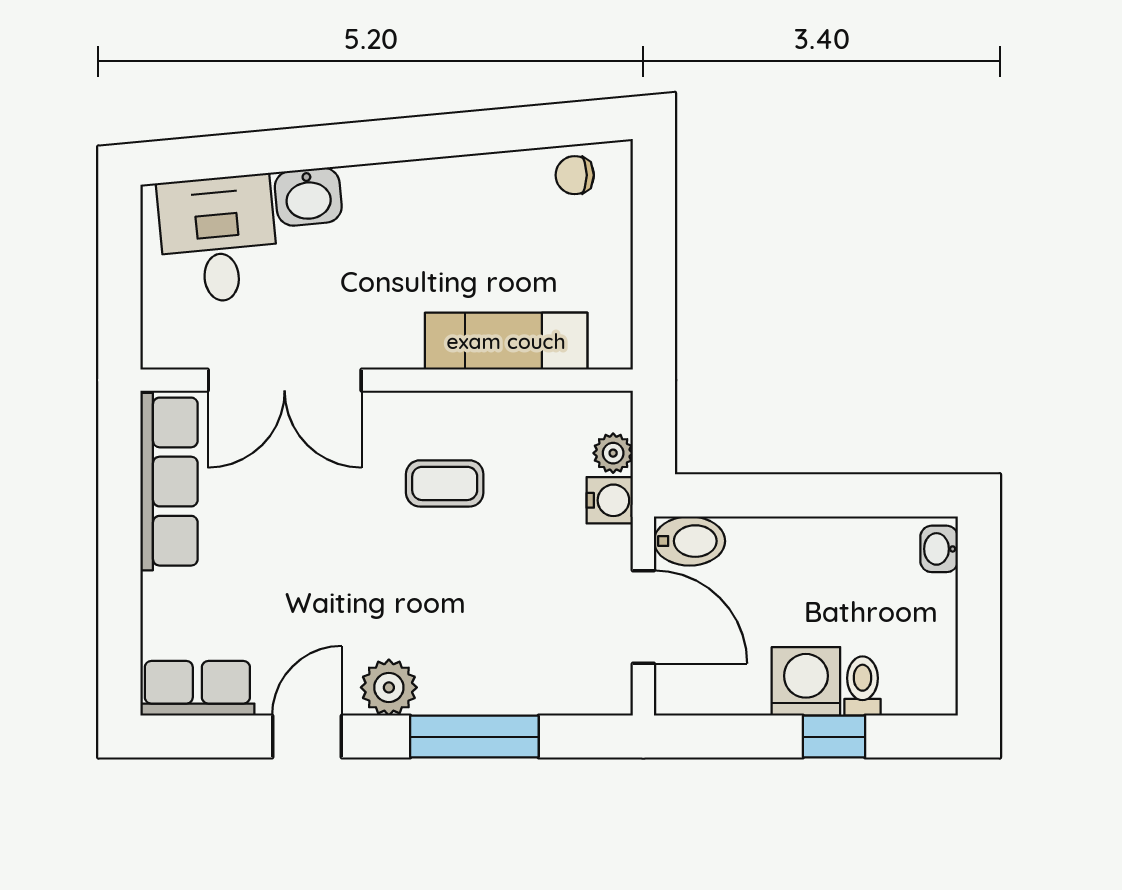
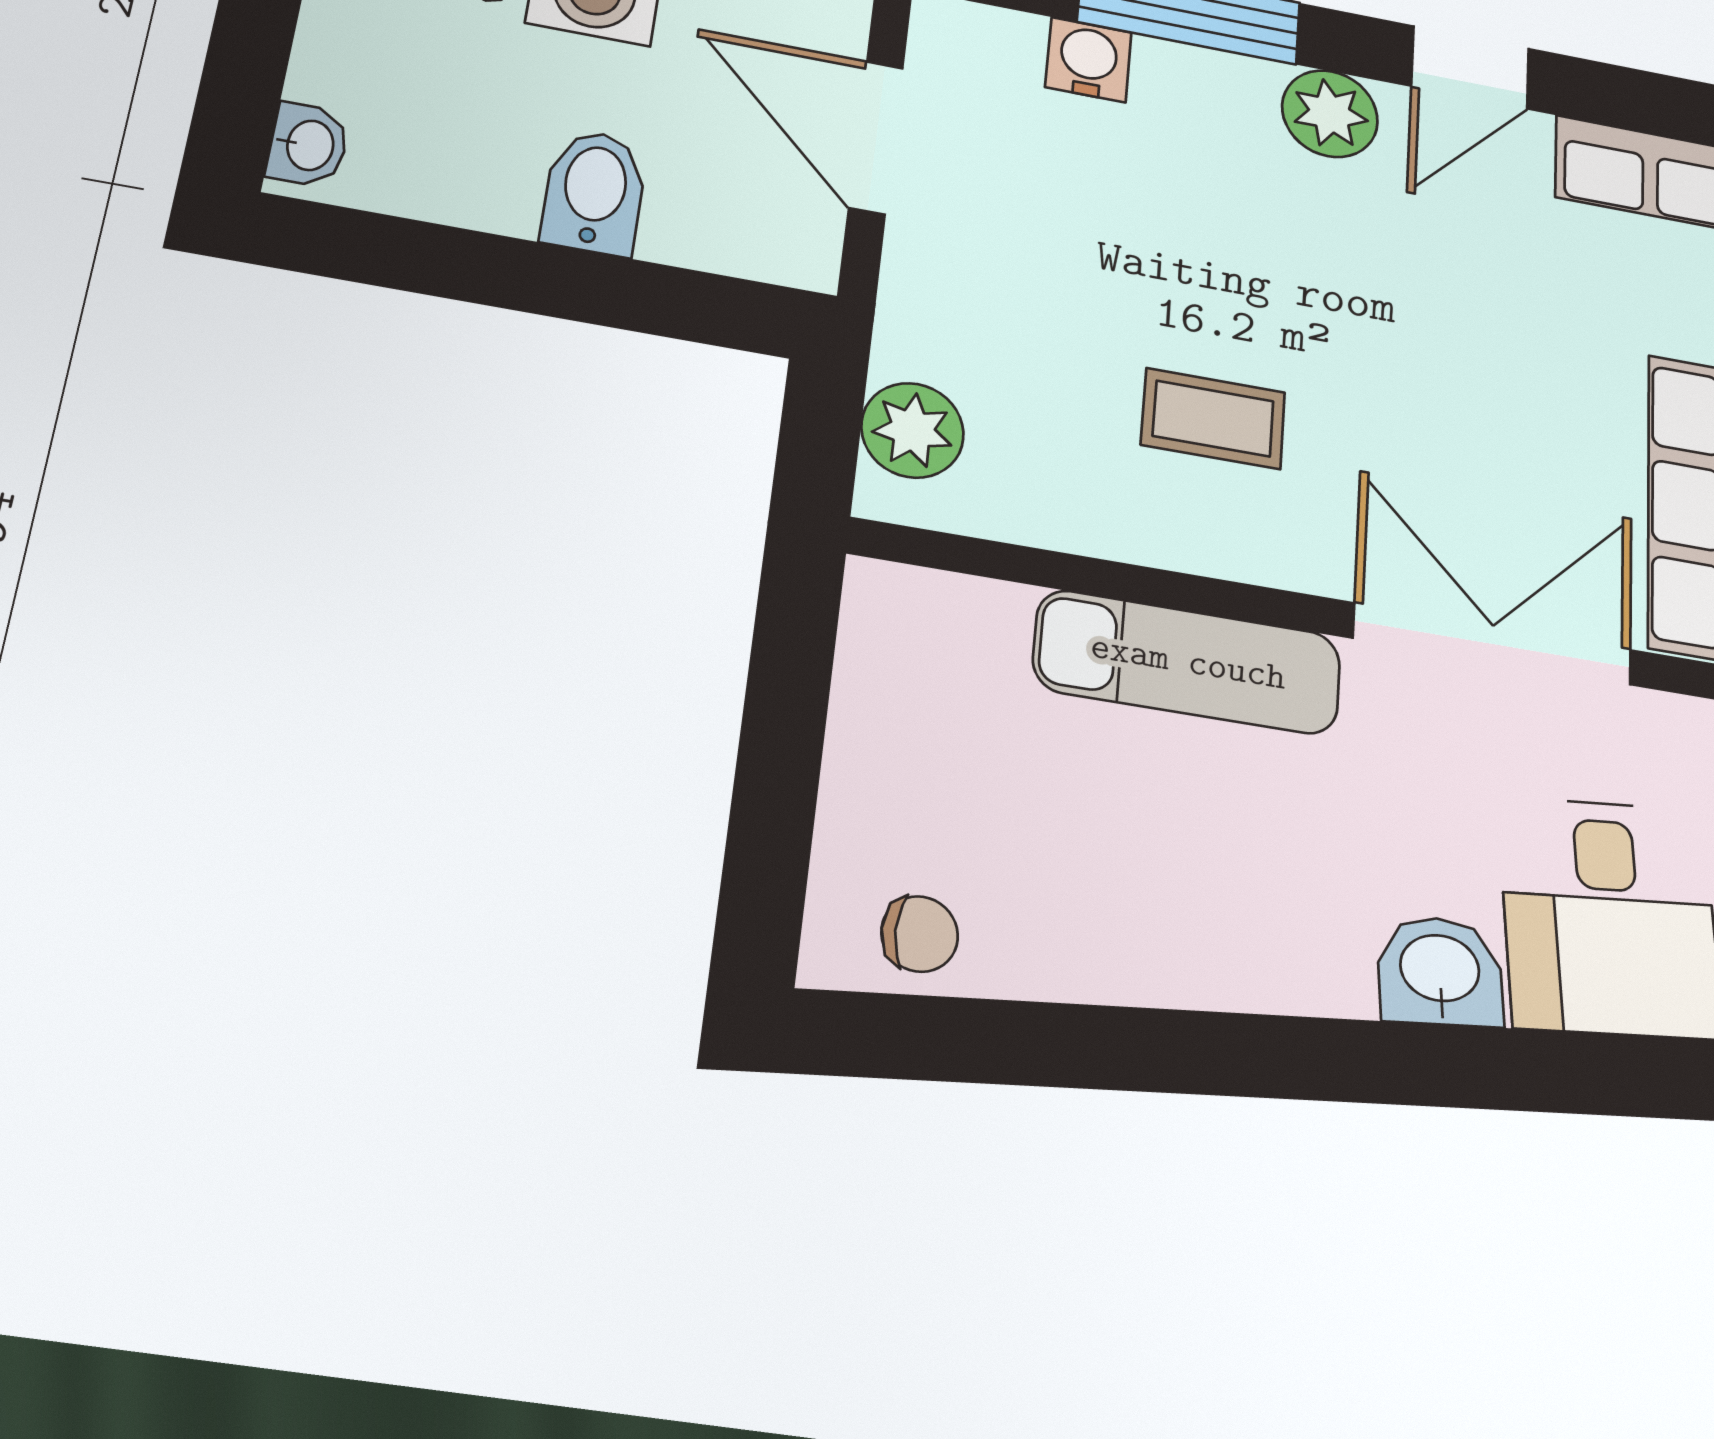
exam couch: (506, 341) -> (1188, 662), moved
plant: (613, 453) -> (913, 430), width x1.38, depth x1.38
water cooler: (610, 500) -> (1088, 60), moved, turned 90
bidet: (690, 541) -> (594, 192), moved, turned 90

